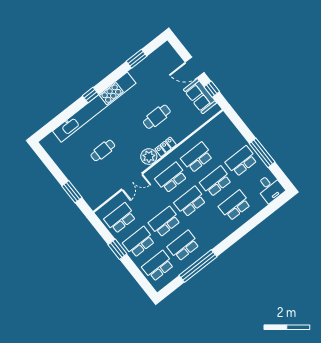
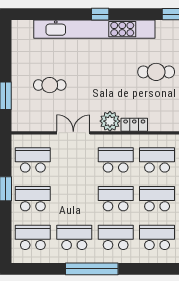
cafe table: (157, 117) -> (156, 72), moved
cafe table: (103, 150) -> (50, 85), moved
double door: (132, 182) -> (73, 133), swing flipped
school desk: (165, 222) -> (116, 237), moved
window: (198, 266) -> (92, 269), moved

